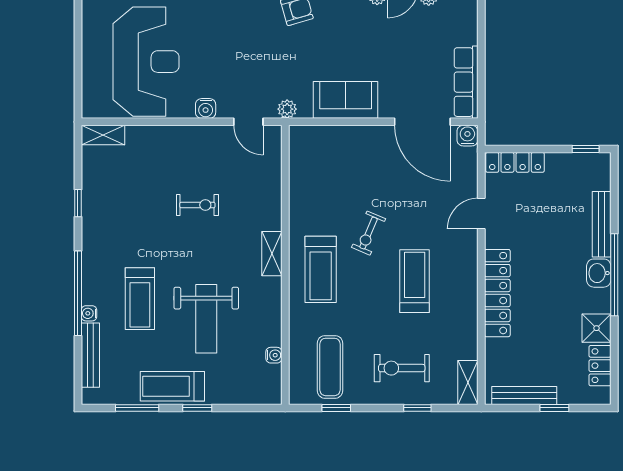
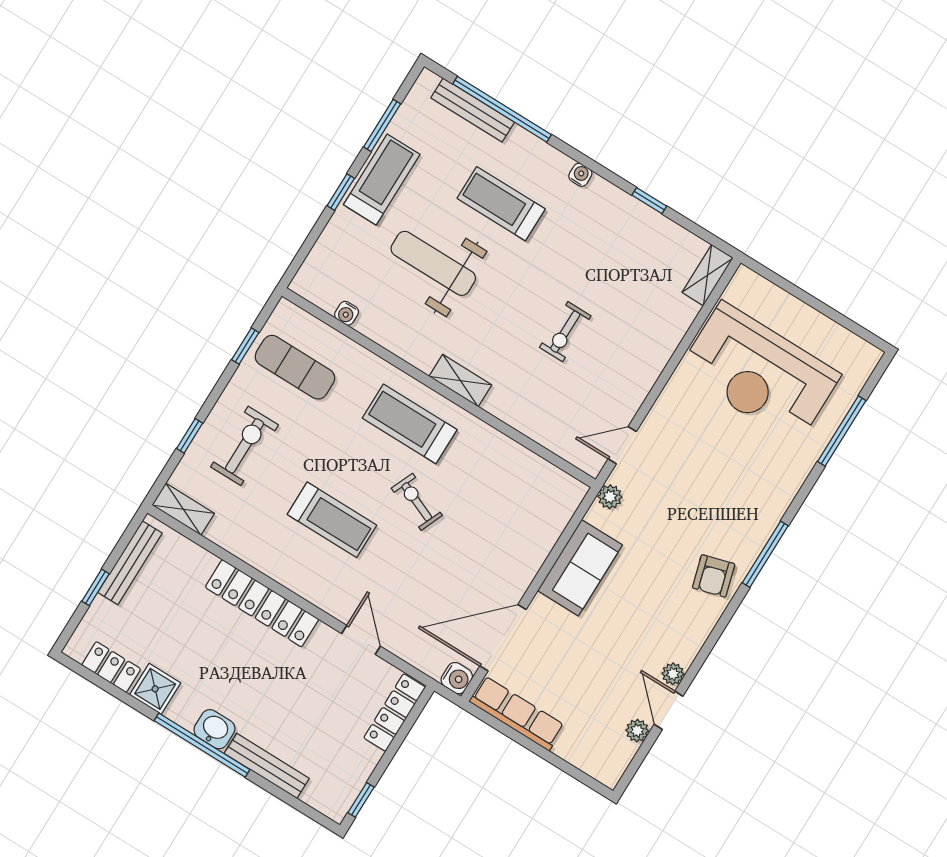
water cooler: (206, 108) -> (667, 407), removed
window: (78, 293) -> (502, 109), moved
water cooler: (89, 313) -> (580, 175), moved

